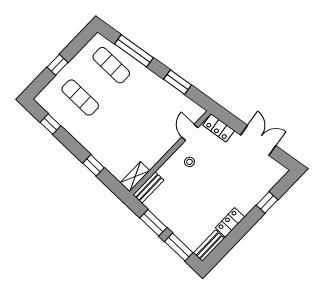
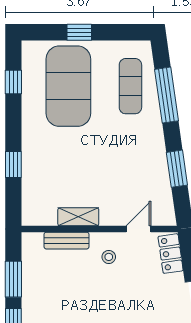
exercise mat: (80, 98) -> (68, 86), width x2.00, depth x1.45
shelving: (135, 177) -> (78, 217), moved
bench: (148, 188) -> (66, 241), moved

